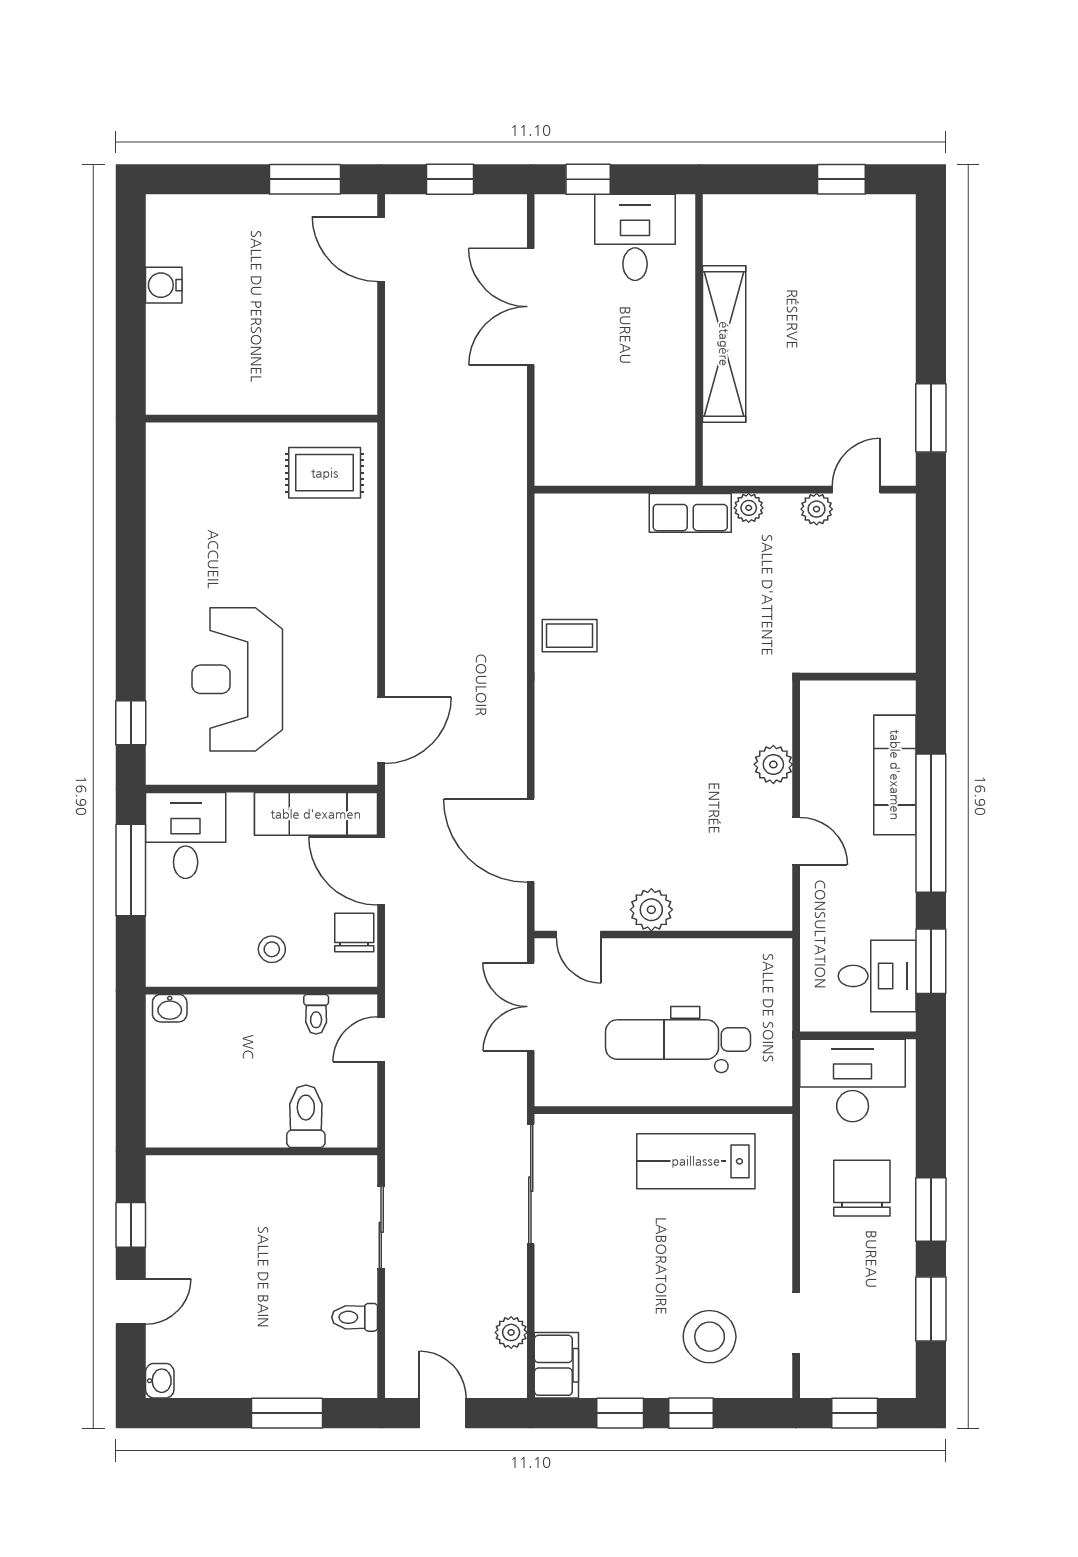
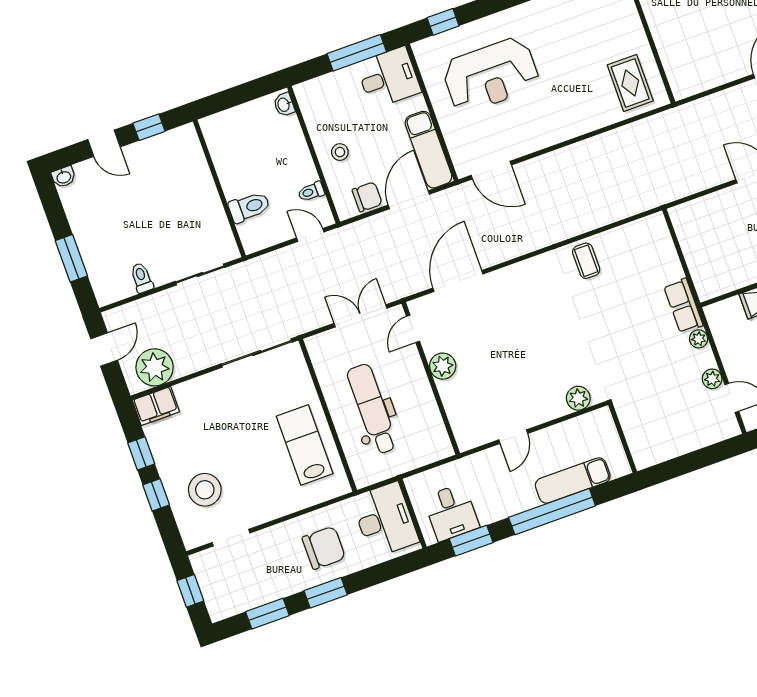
reception desk: (237, 679) -> (491, 75), turned 180
plant: (773, 764) -> (578, 398), moved
plant: (511, 1332) -> (155, 367), width x1.87, depth x1.87

